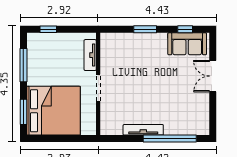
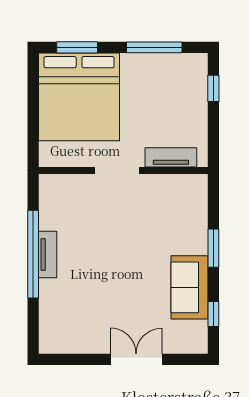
sofa: (187, 44) -> (189, 287), moved
tv unit: (143, 130) -> (48, 255), width x0.71
window: (170, 139) -> (33, 254), moved

